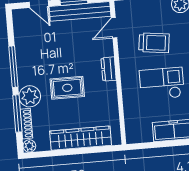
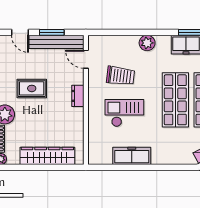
door: (114, 28) -> (86, 59), hinge flipped
rug: (67, 88) -> (32, 88), moved

